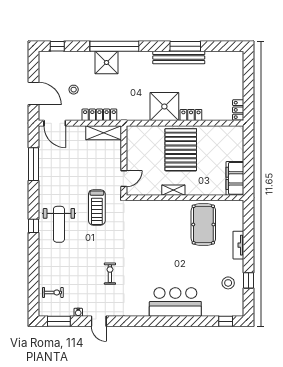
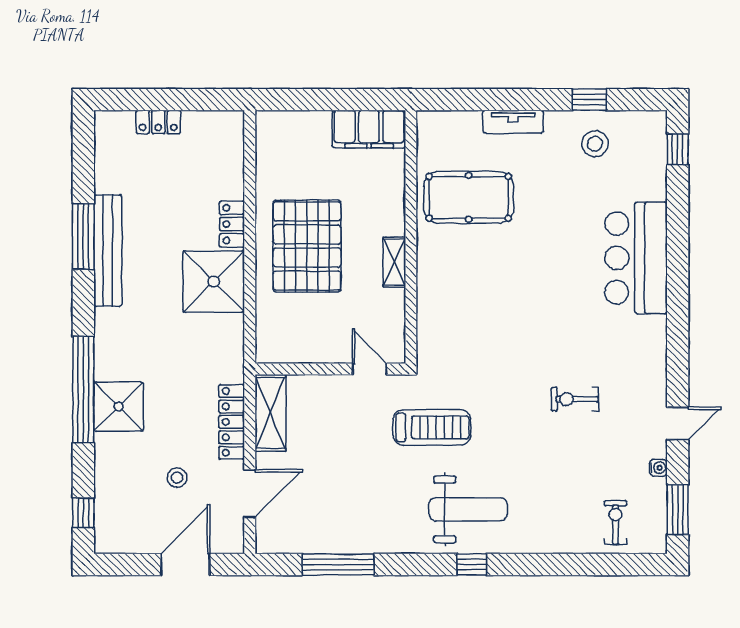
locker: (238, 110) -> (158, 122), moved
door: (55, 123) -> (250, 493), moved
pallet: (181, 150) -> (307, 246), turned 90

